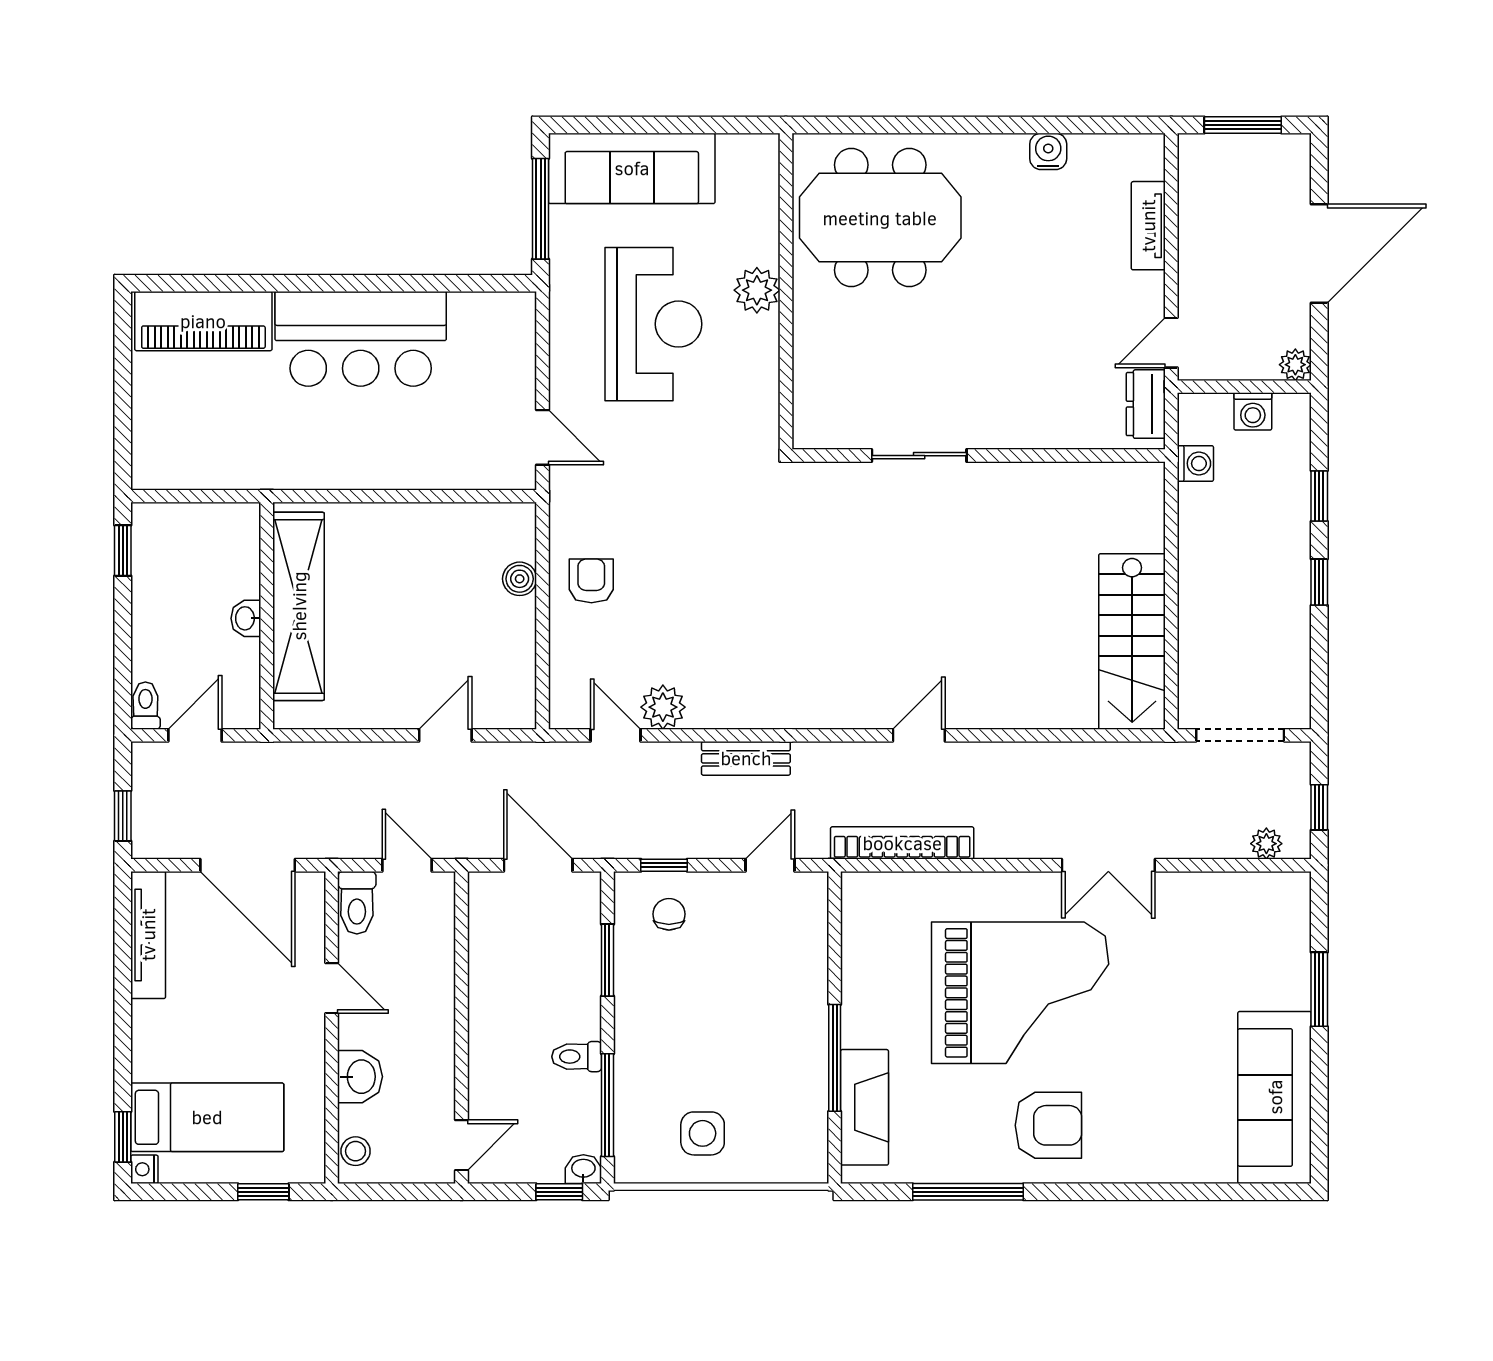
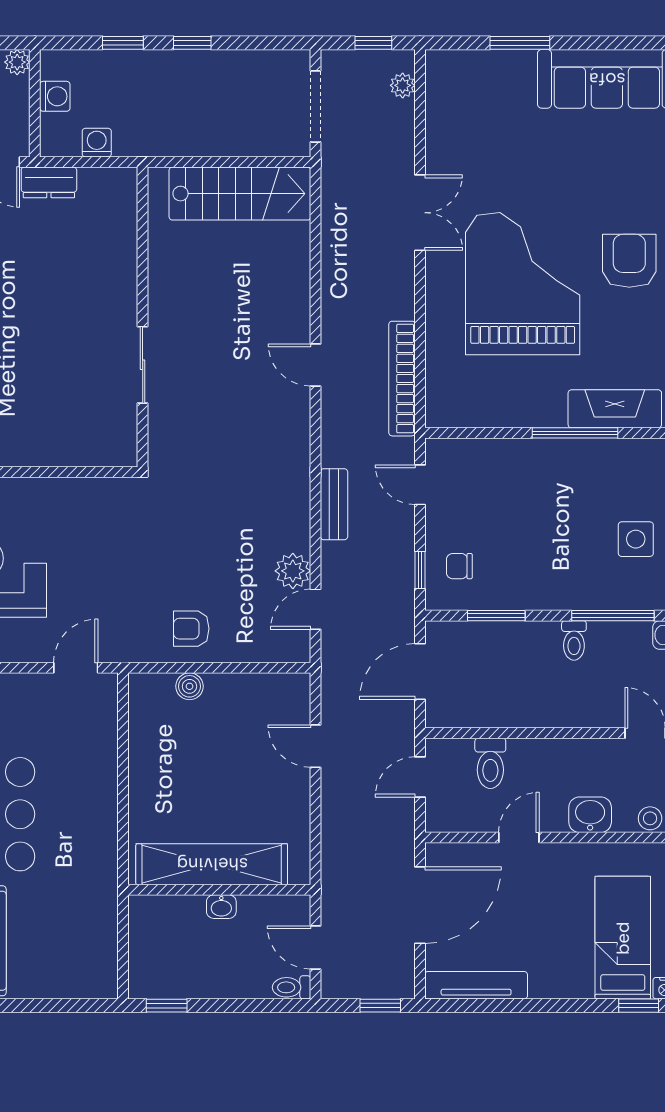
sliding door: (919, 456) -> (143, 365), moved
wall: (979, 456) -> (143, 317), moved
toilet: (357, 903) -> (490, 763), moved, turned 90

